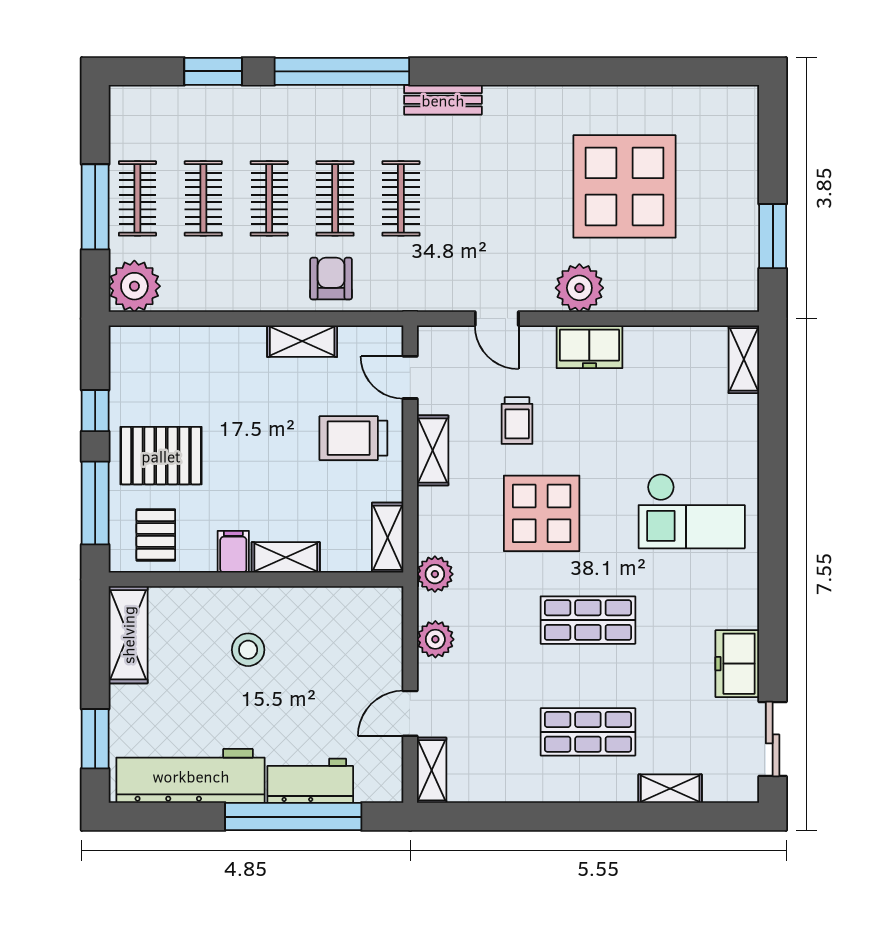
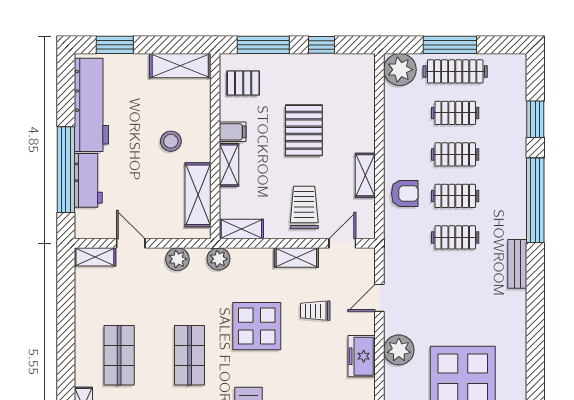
clothes rail: (137, 198) -> (455, 71), width x1.36
pallet: (161, 456) -> (304, 130), moved
shelving: (333, 607) -> (198, 195), added

